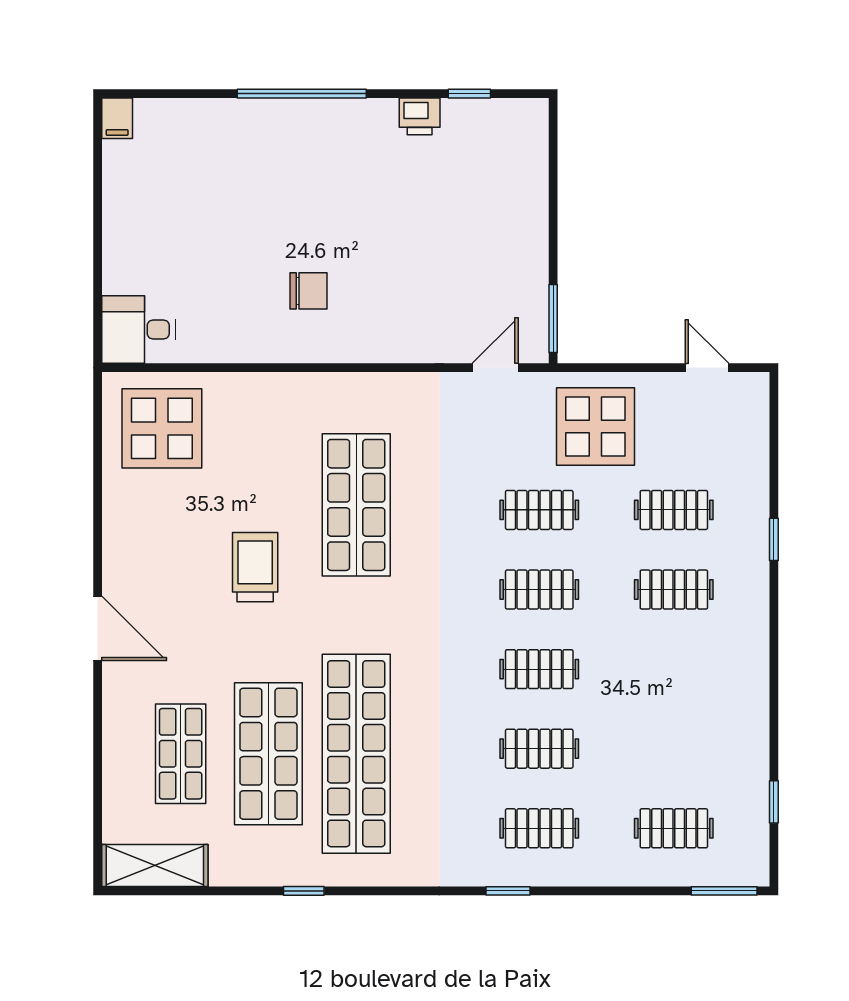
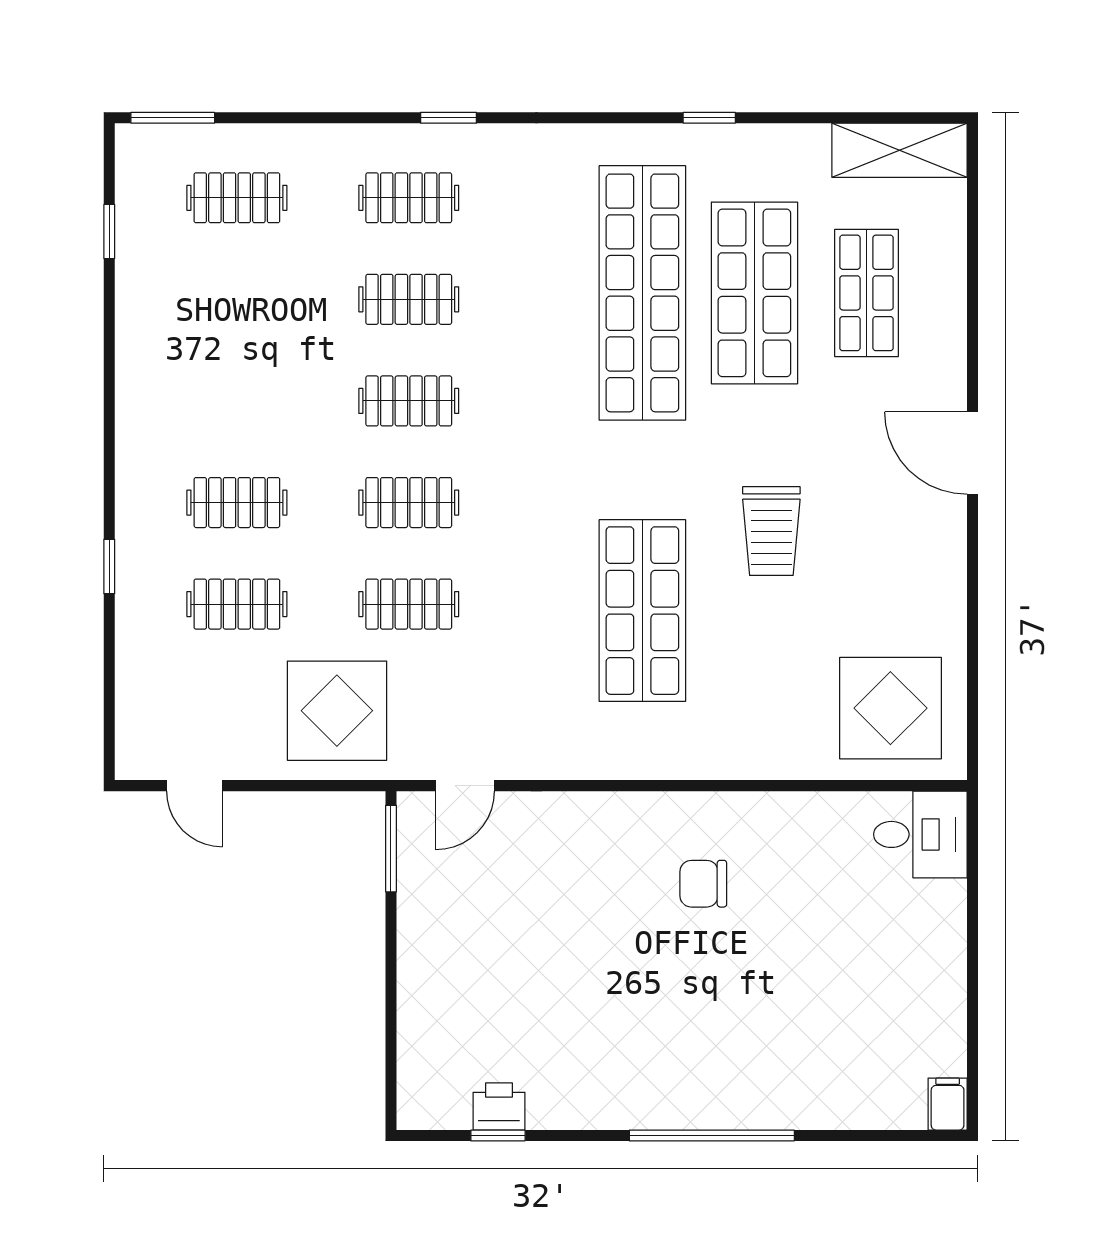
printer: (420, 116) -> (499, 1106), moved

